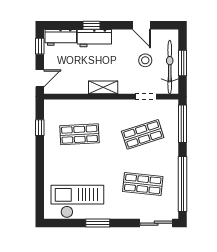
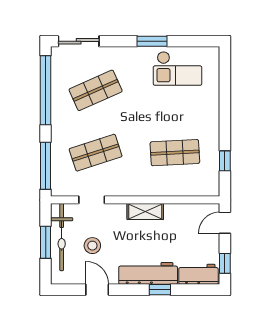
workbench: (94, 38) -> (148, 273), width x1.37
shop shelf: (143, 184) -> (96, 90), turned -30
checkout: (77, 201) -> (177, 68), width x0.73, depth x0.83

